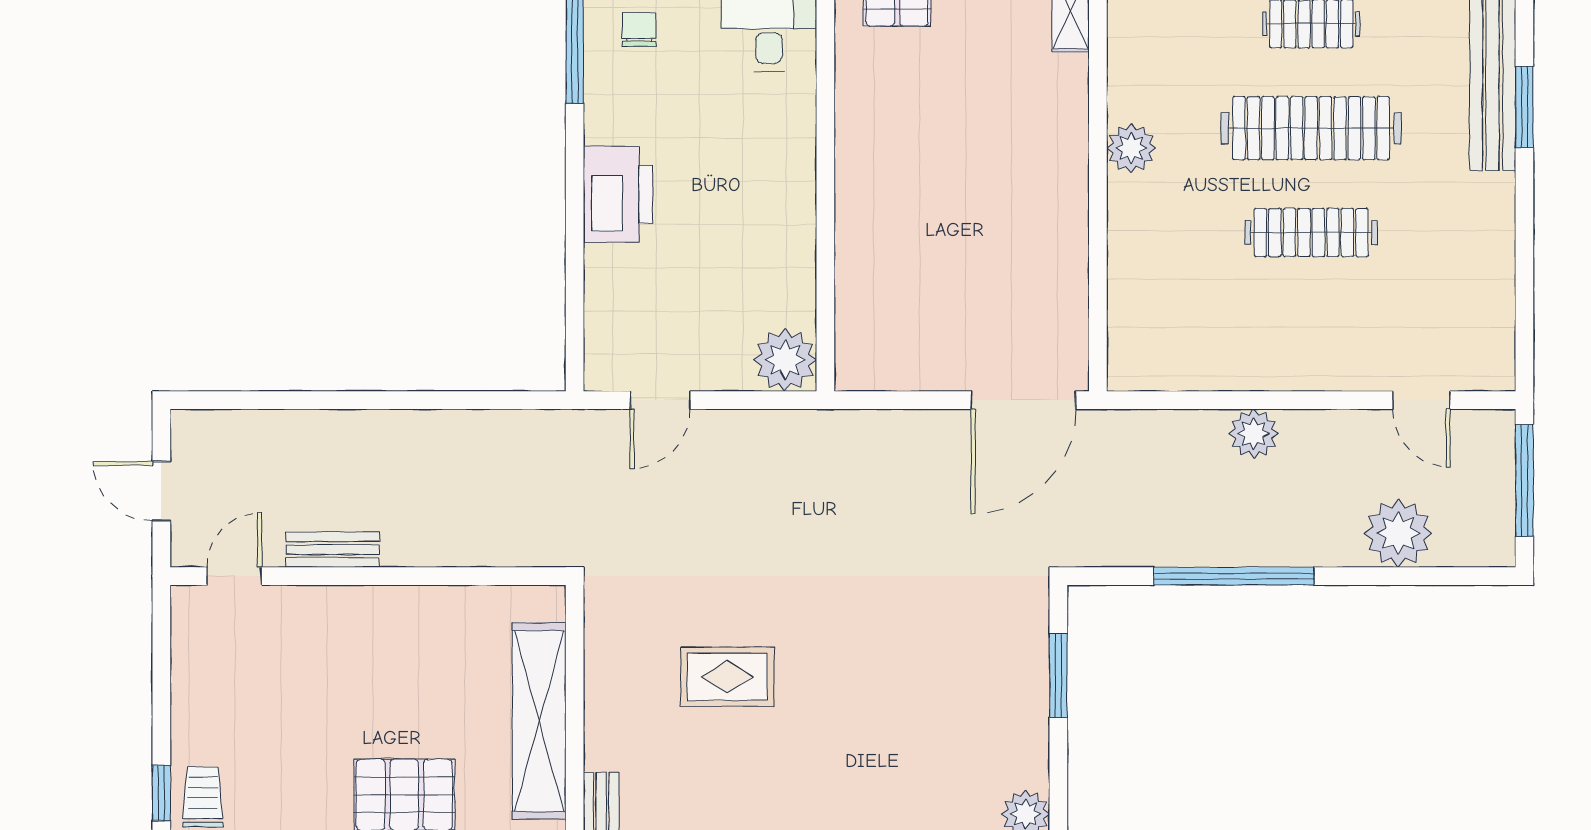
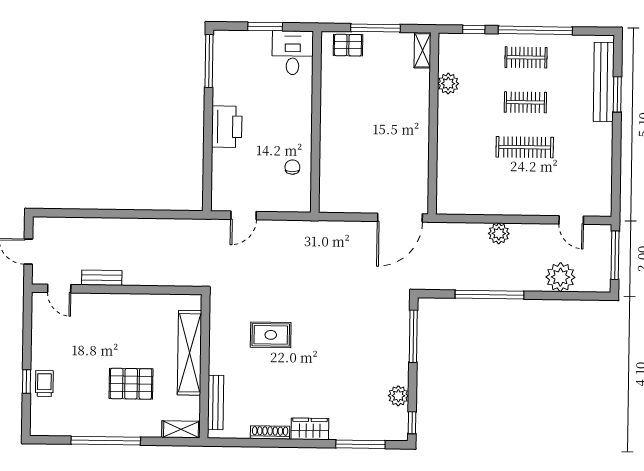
chair: (639, 30) -> (292, 167), moved
clothes rail: (1311, 128) -> (525, 102), width x0.54, depth x0.76
plant: (1131, 148) -> (448, 84), moved
plant: (785, 360) -> (298, 199), removed
door: (234, 576) -> (59, 289), swing flipped
window: (1058, 675) -> (413, 336), width x1.44

